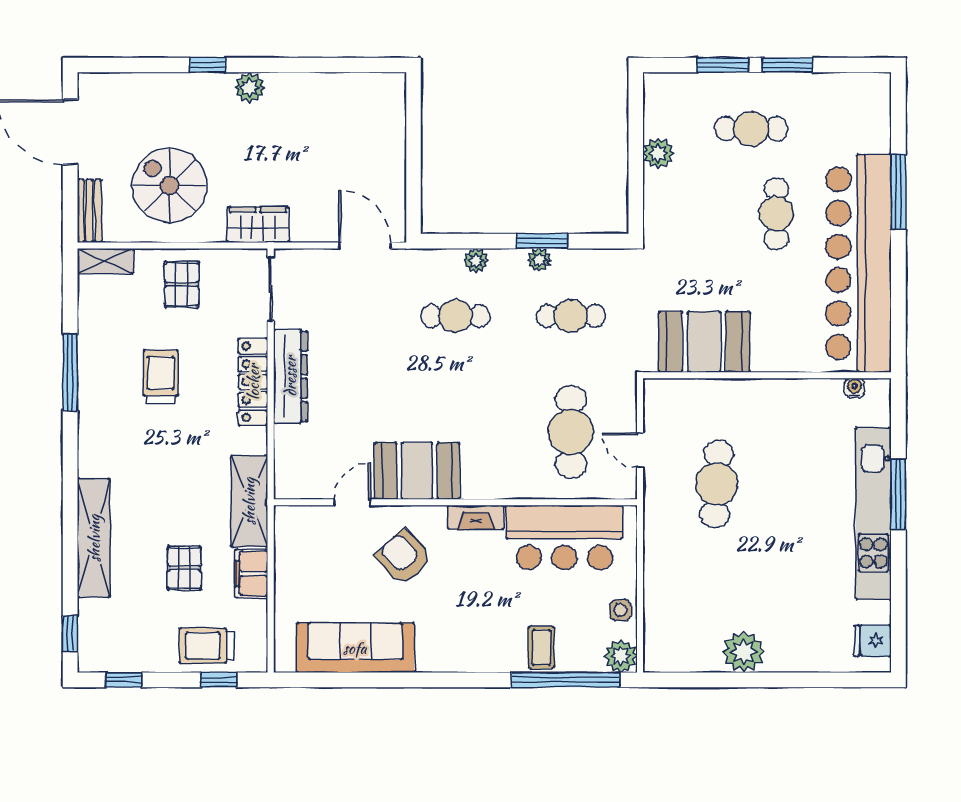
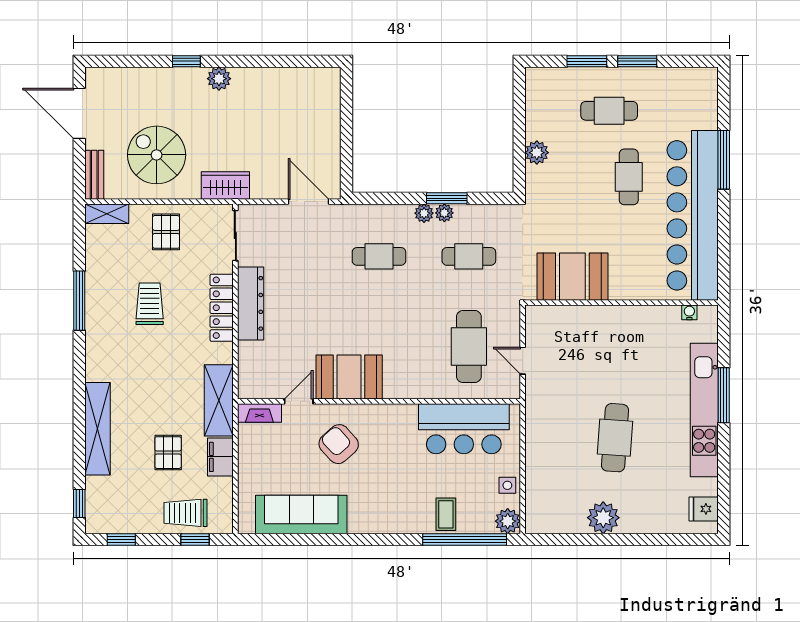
plant: (658, 153) -> (537, 153), moved
plant: (476, 260) -> (424, 213), moved
cafe table: (717, 484) -> (615, 438), moved
fireplace: (476, 517) -> (259, 413), moved

